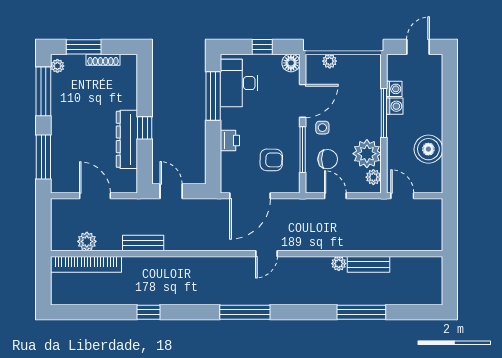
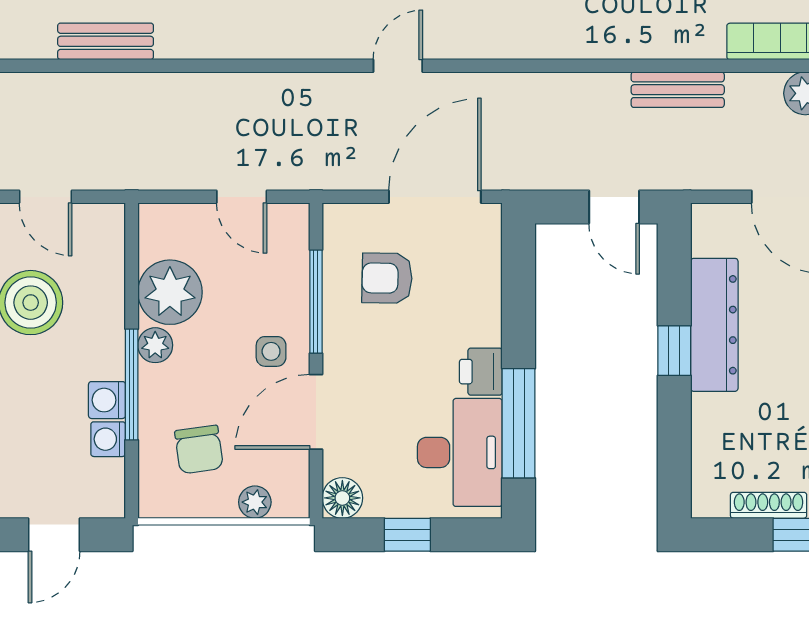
printer: (230, 141) -> (481, 372), moved
chair: (328, 159) -> (199, 449), moved, turned -98
plant: (373, 177) -> (155, 345), moved
door: (402, 196) -> (46, 197), moved
plant: (339, 264) -> (234, 43), removed
bench: (369, 264) -> (106, 41), moved

